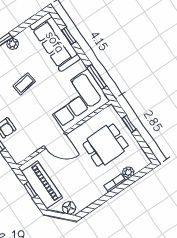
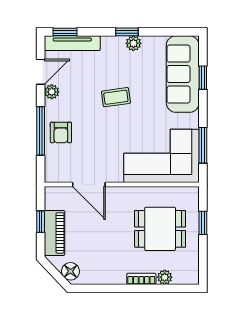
door: (55, 140) -> (89, 185), moved
piano: (42, 185) -> (55, 233), width x0.73, depth x0.75

